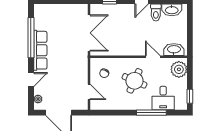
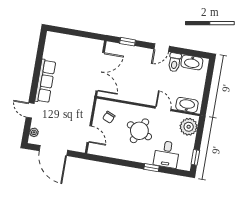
window: (31, 38) -> (38, 66), removed
door: (31, 79) -> (30, 110), swing flipped
window: (151, 113) -> (152, 168), width x0.46

